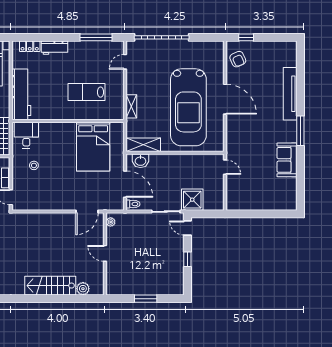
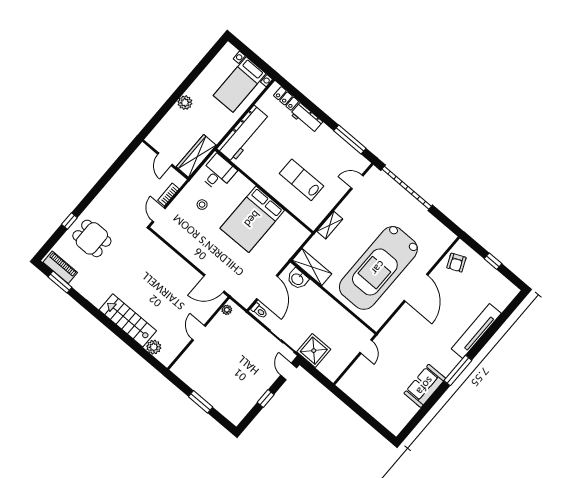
window: (246, 37) -> (493, 261), moved
bed: (93, 147) -> (252, 219), moved

